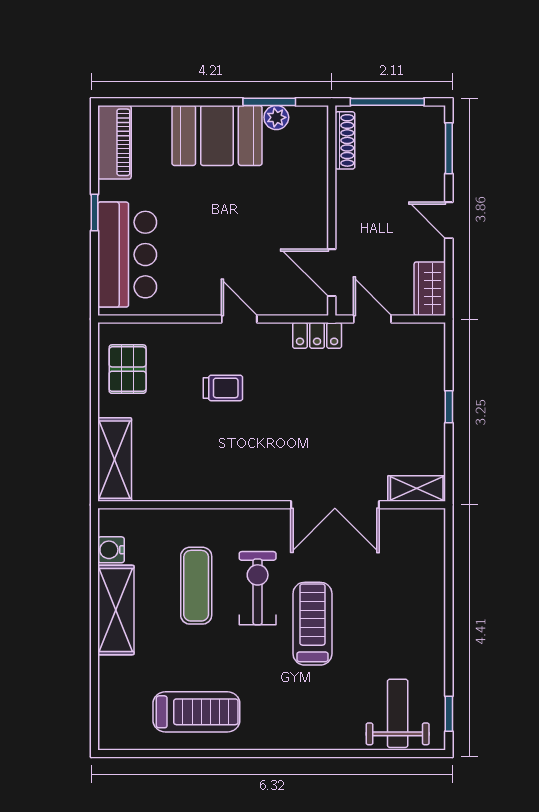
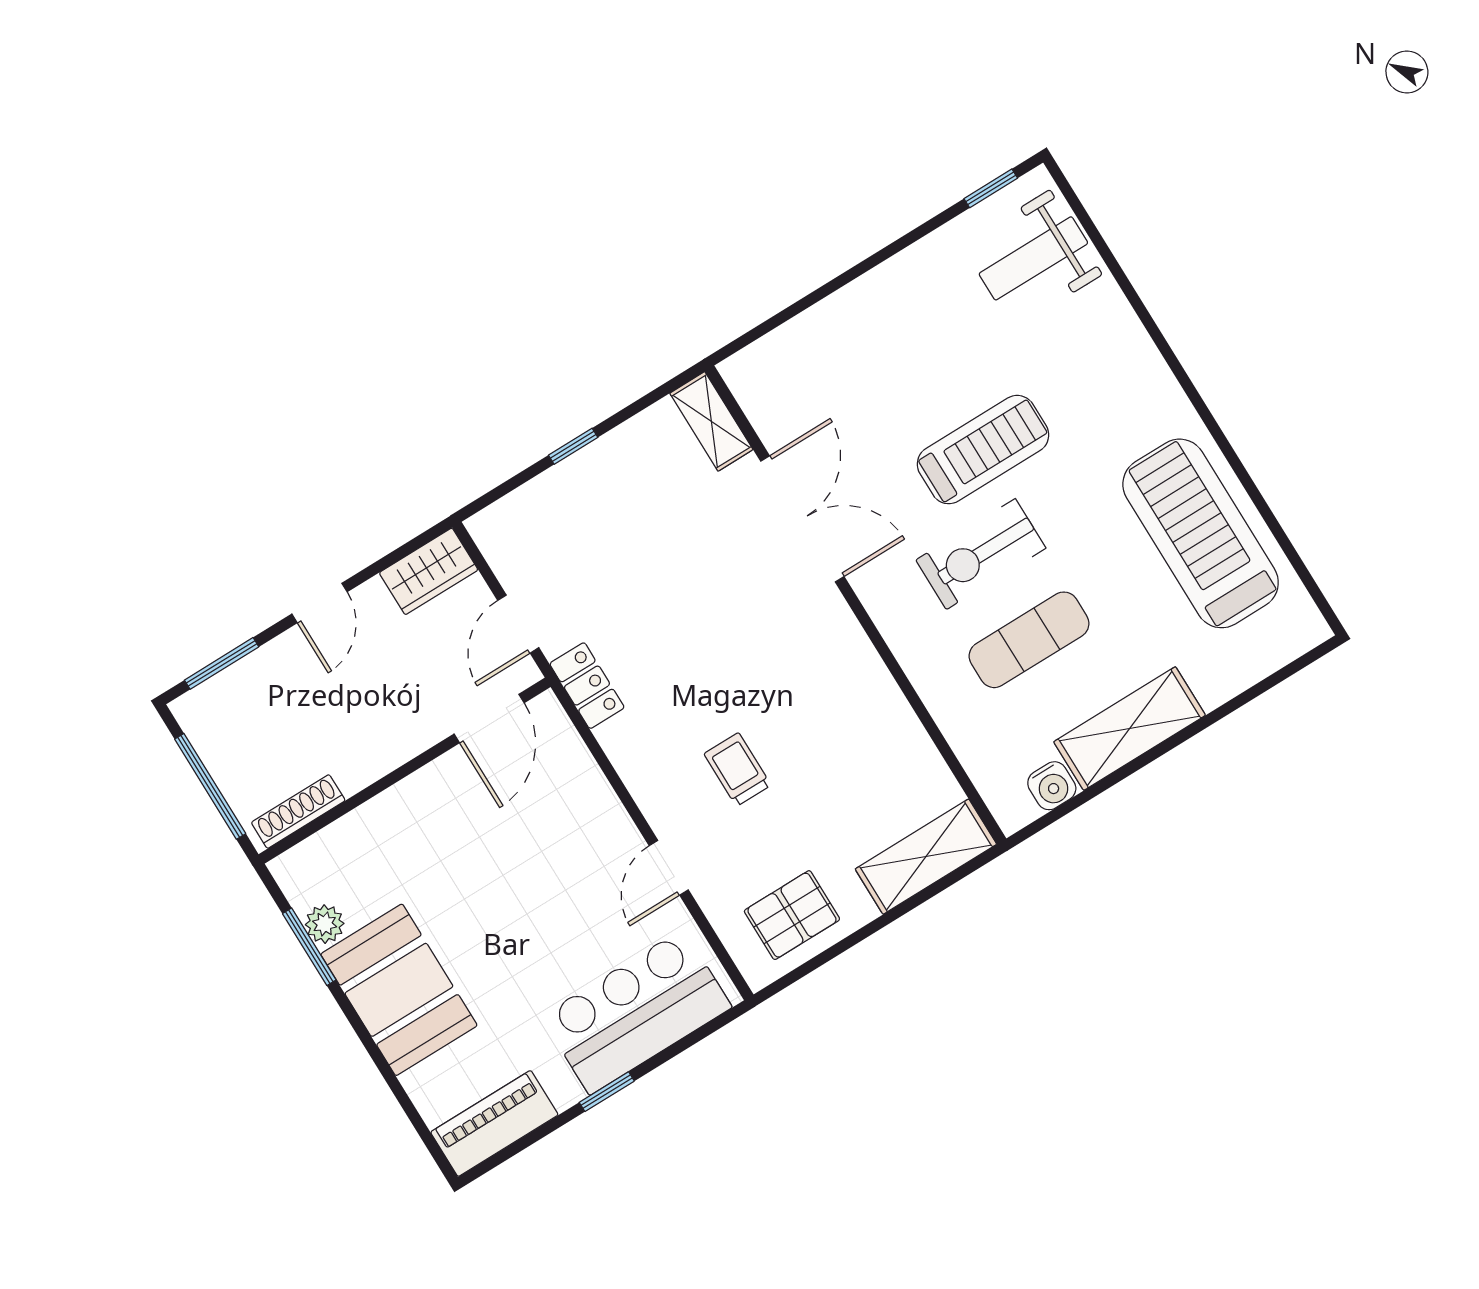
door: (239, 319) -> (669, 868), moved
treadmill: (312, 624) -> (983, 450), turned 180
treadmill: (196, 712) -> (1201, 533), width x1.37, depth x1.38

